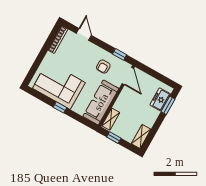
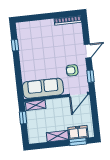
door: (84, 34) -> (88, 51), moved
corner sofa: (59, 85) -> (33, 46), removed
window: (60, 107) -> (15, 45), moved
shelving: (141, 136) -> (57, 136), moved

